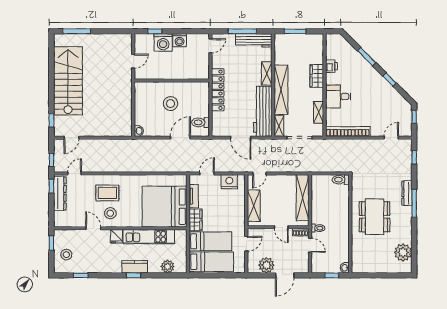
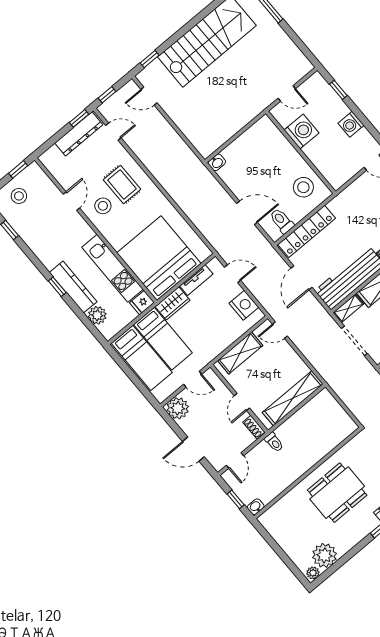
washing machine: (163, 42) -> (301, 131), moved, turned 180
locker: (218, 90) -> (307, 231), moved
stool: (170, 104) -> (303, 187), moved
toilet: (341, 180) -> (346, 423), removed
fridge: (116, 236) -> (142, 303), moved
door: (310, 245) -> (235, 460), moved
plant: (266, 265) -> (178, 408), moved
kitchen counter: (135, 267) -> (73, 287), width x1.50
plant: (407, 267) -> (313, 573), added

